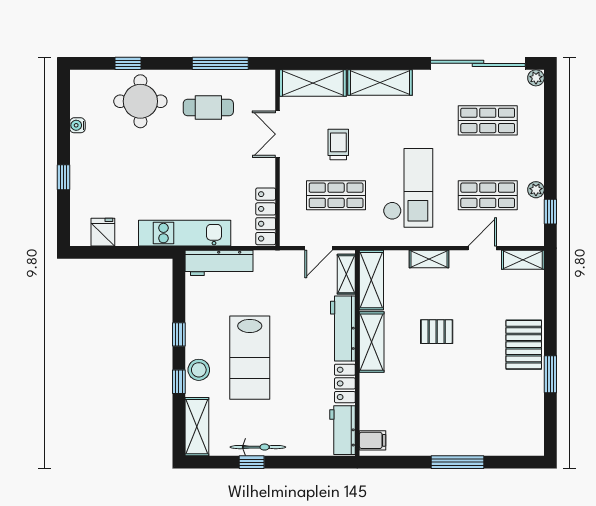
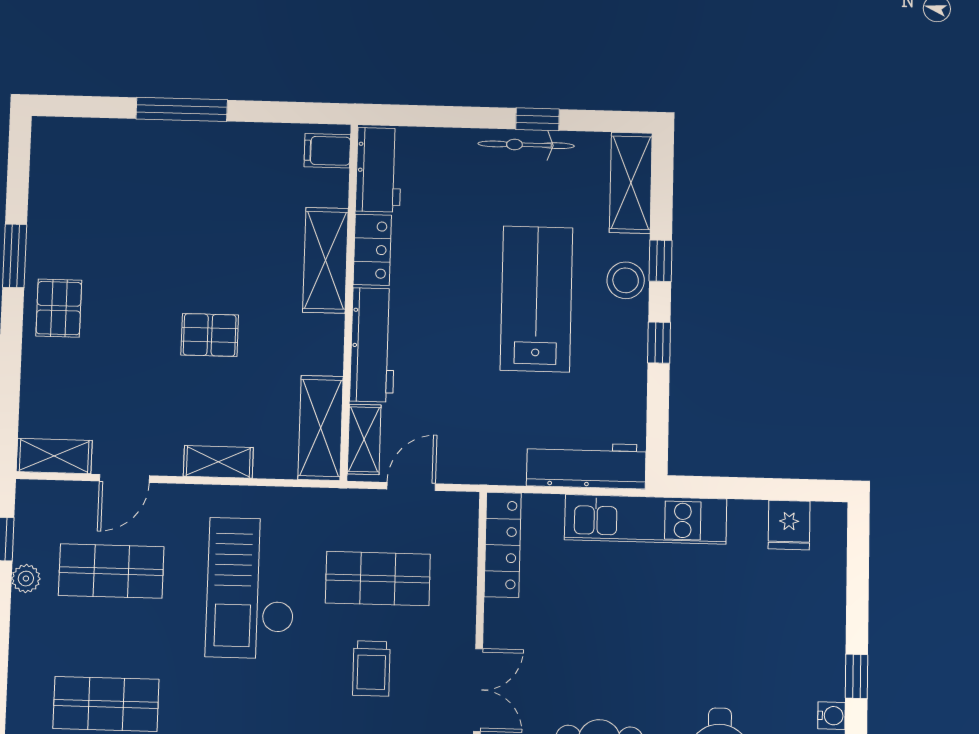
window: (63, 177) -> (857, 676), moved
shelving: (372, 342) -> (325, 260), moved
pallet: (524, 345) -> (59, 308), width x0.67, depth x0.71

